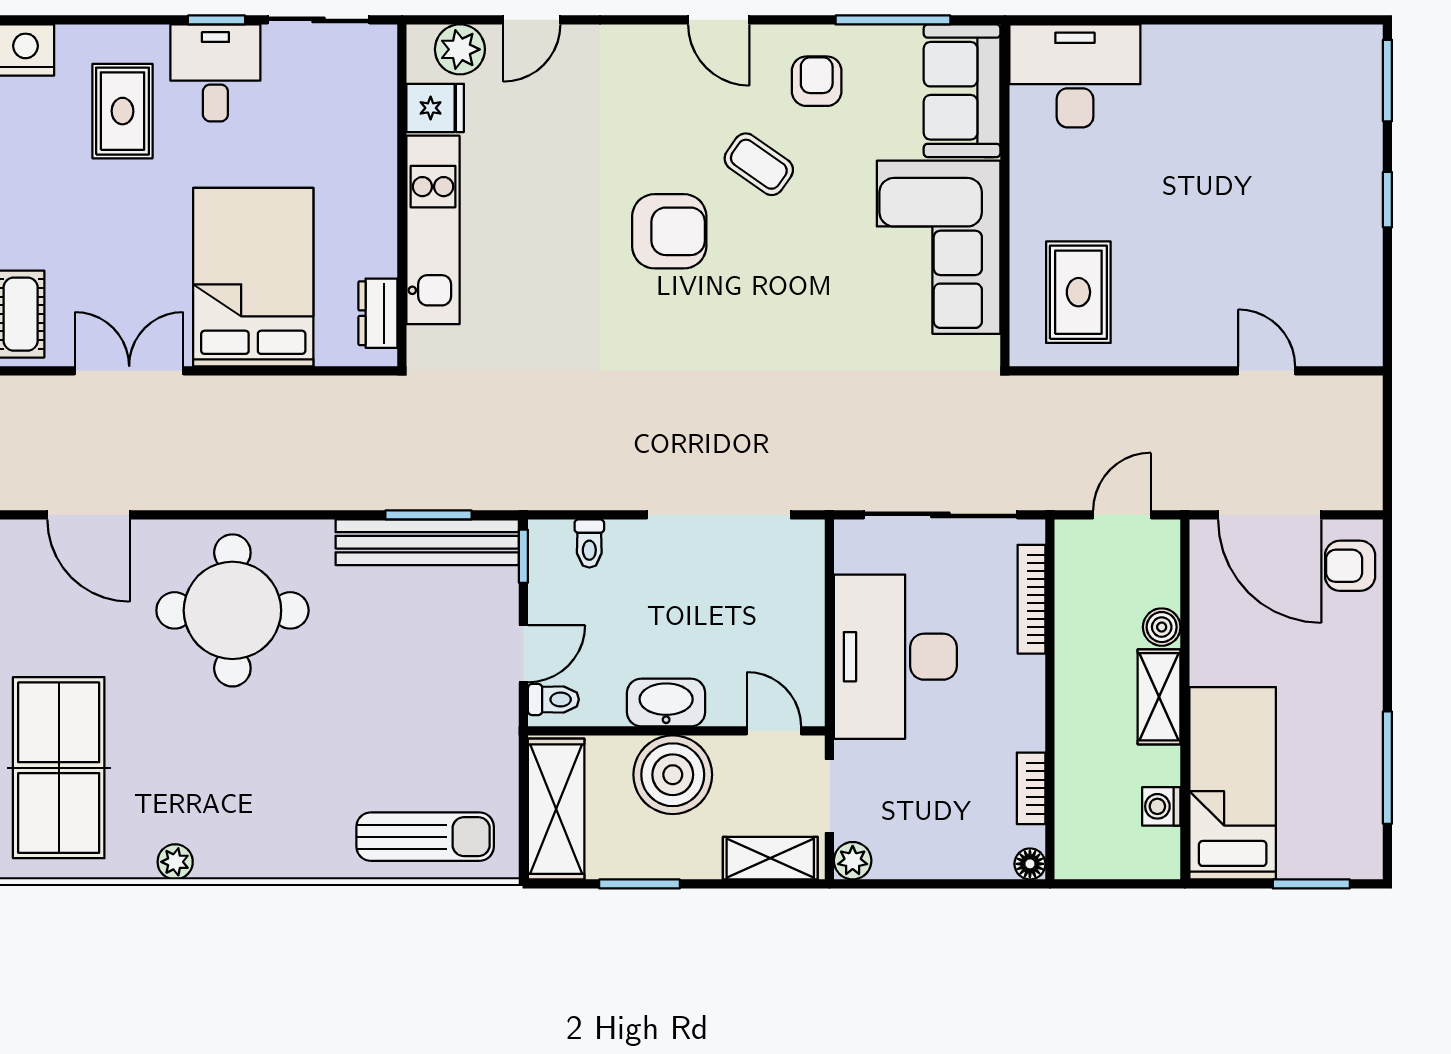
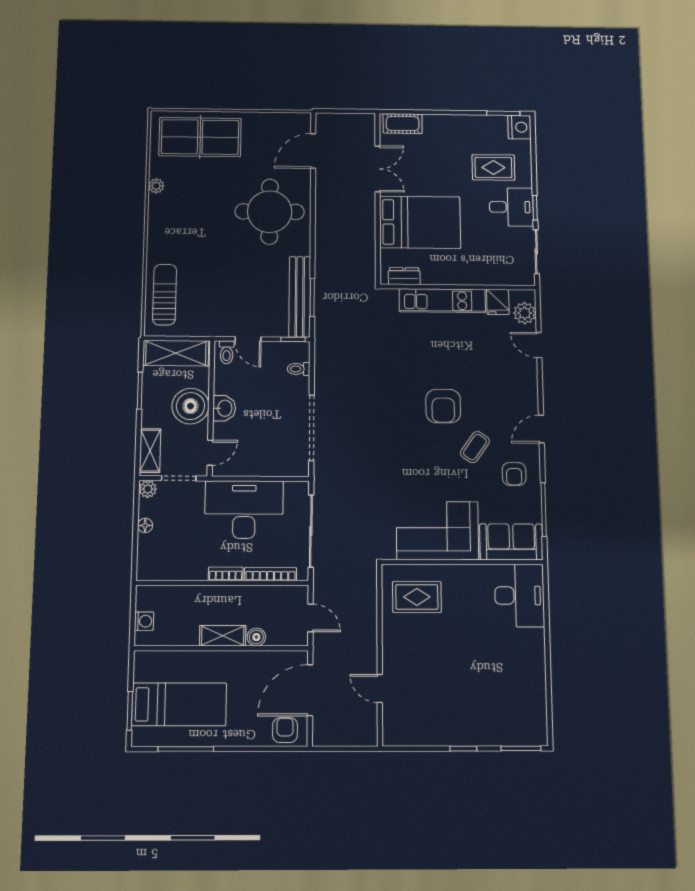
armchair: (817, 81) -> (514, 474), turned 90
door: (1267, 371) -> (380, 689), swing flipped
washbasin: (666, 703) -> (224, 408), width x0.72
bed: (1233, 783) -> (179, 704), moved
bookcase: (1031, 788) -> (226, 574), moved
washing machine: (1161, 806) -> (144, 621), moved, turned 90
sun lounger: (425, 837) -> (165, 295), turned 180
floor lamp: (1030, 864) -> (145, 525), moved

